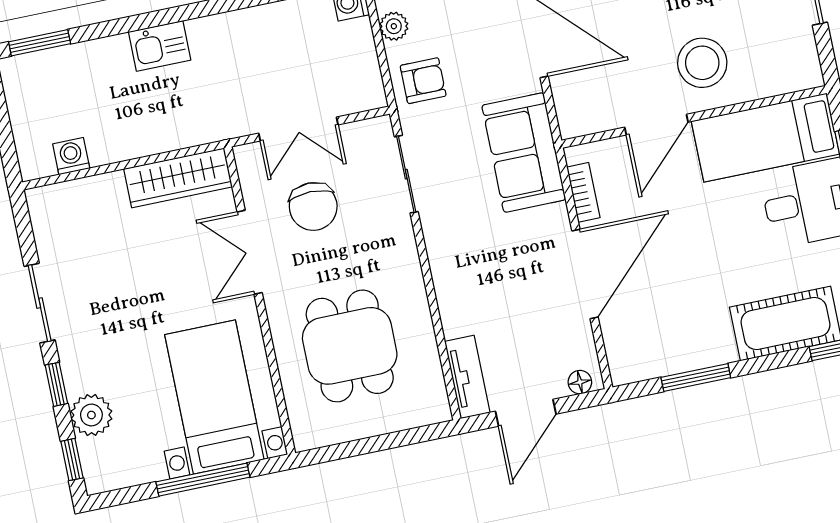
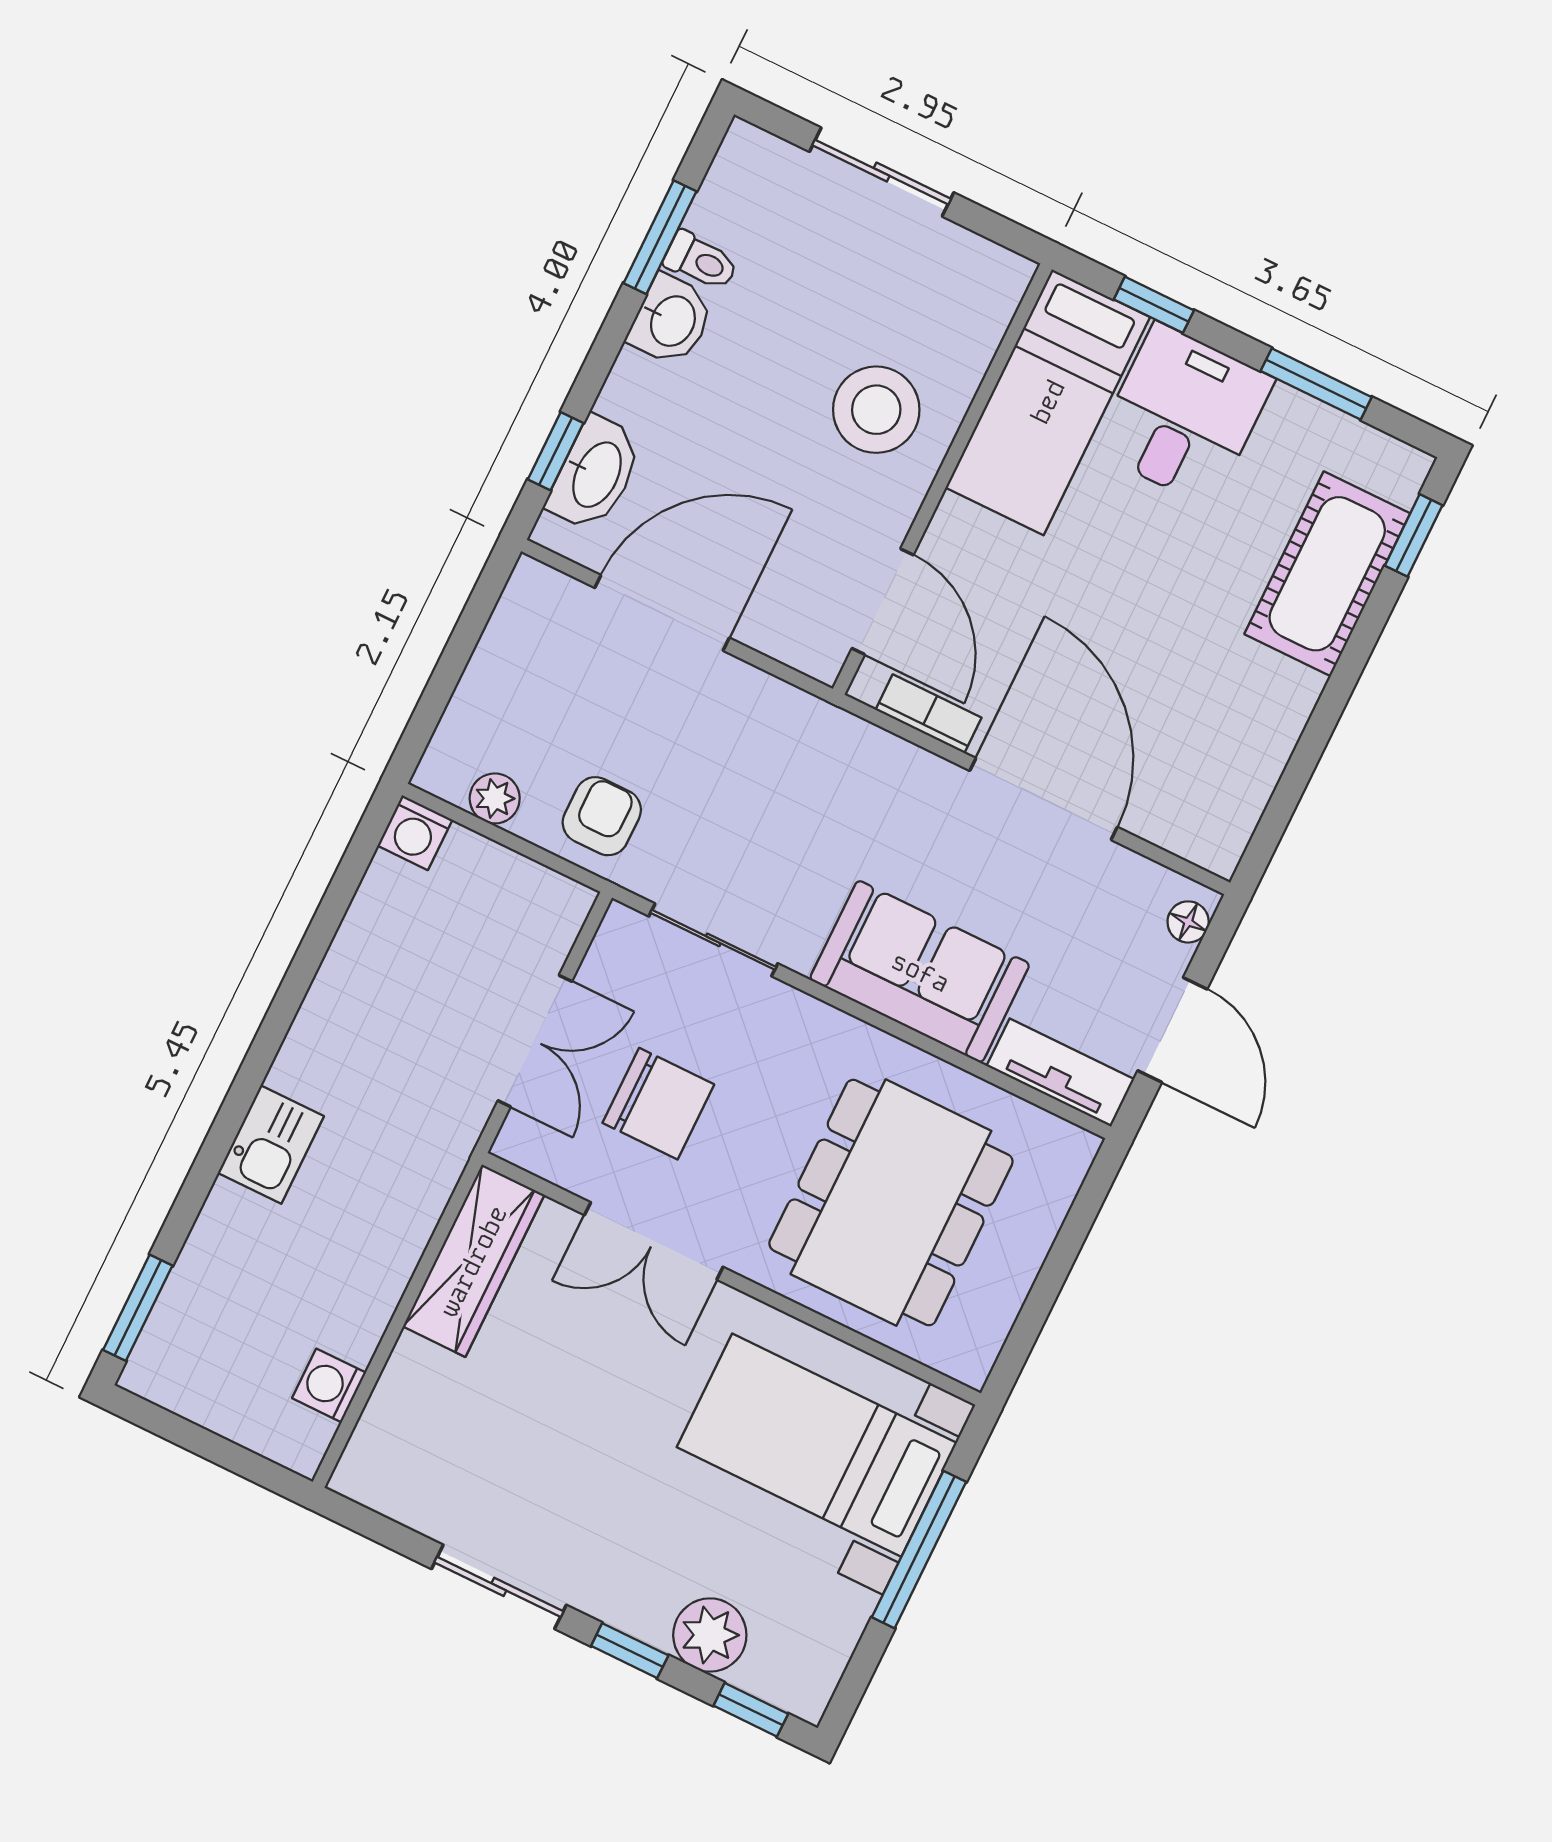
door: (656, 125) -> (883, 602), moved
sofa: (524, 153) -> (920, 972), moved, turned 180
dining table: (350, 346) -> (891, 1203), width x1.38
window: (696, 377) -> (1306, 756), removed

